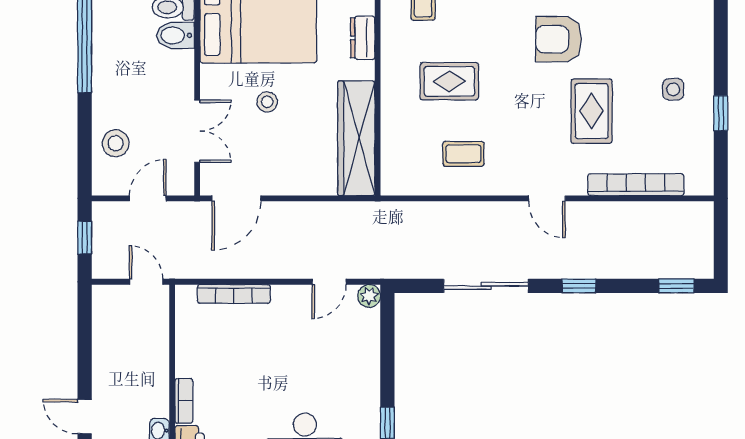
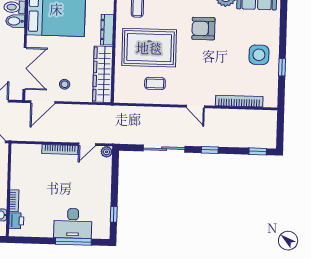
dresser: (363, 38) -> (107, 30), width x1.44
rug: (449, 81) -> (149, 48), width x1.86, depth x2.06
side table: (673, 89) -> (259, 55), width x1.87, depth x1.87
stool: (267, 102) -> (65, 84), moved
rug: (592, 111) -> (219, 64), removed
double door: (197, 131) -> (25, 68), width x1.37
bookcase: (234, 294) -> (60, 149), moved

